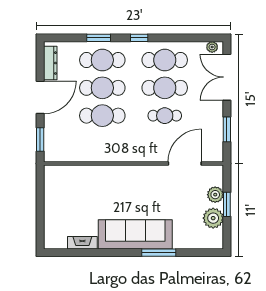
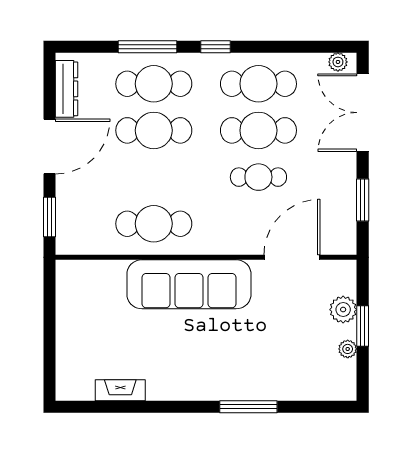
window: (99, 38) -> (148, 47), width x1.44
cafe table: (102, 116) -> (154, 224), moved
plant: (213, 218) -> (348, 349), width x0.53, depth x0.53
sofa: (135, 234) -> (189, 284), moved, turned 180

